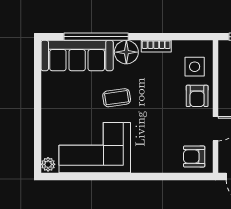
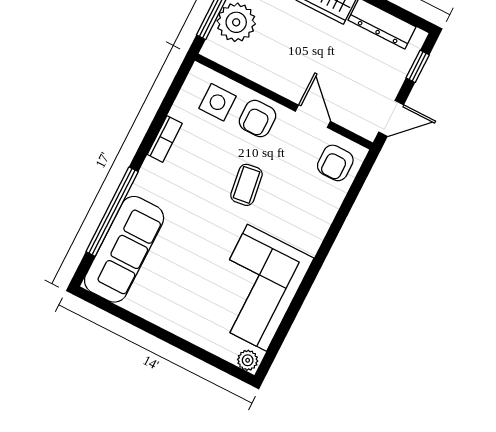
floor lamp: (126, 52) -> (153, 182), removed
armchair: (197, 96) -> (258, 119), turned 90
coffee table: (117, 98) -> (246, 185), moved

